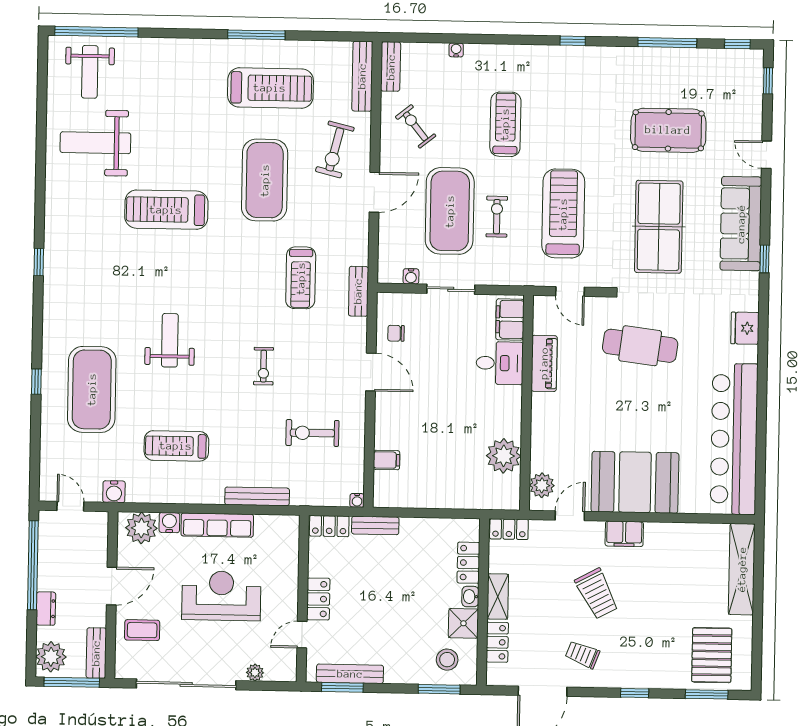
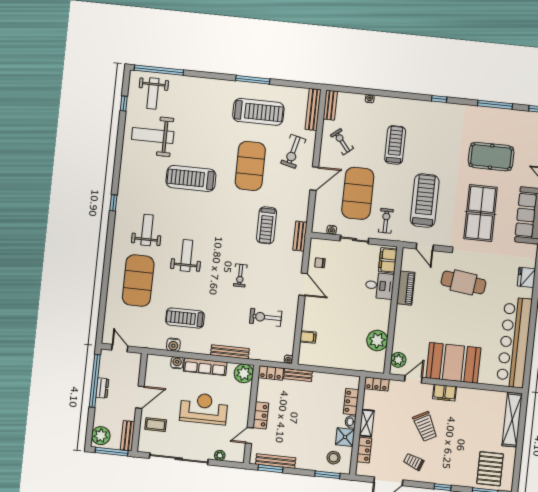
exercise bike: (497, 217) -> (386, 221), moved
weight bench: (100, 303) -> (147, 230), added
window: (36, 382) -> (124, 103), moved
water cooler: (114, 492) -> (173, 345), moved
plant: (141, 528) -> (244, 373), moved
dresser: (46, 609) -> (102, 388), moved

